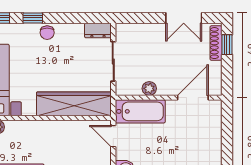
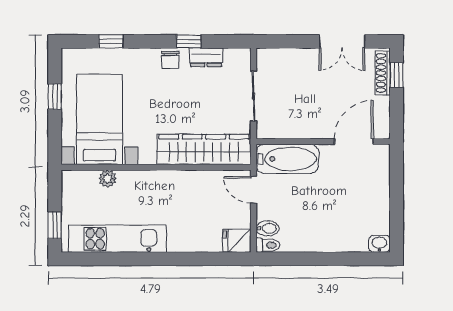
window: (33, 18) -> (189, 41), moved
dresser: (98, 31) -> (206, 57), moved
plant: (149, 88) -> (299, 130), removed

